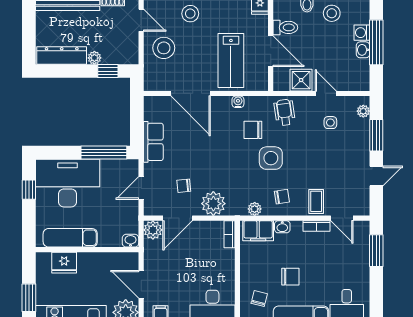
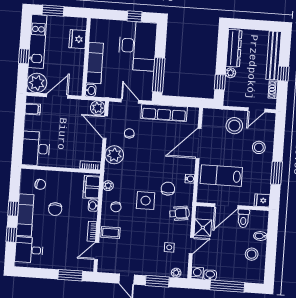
washing machine: (362, 33) -> (197, 273), moved
washbasin: (363, 50) -> (210, 275), moved
row of seats: (153, 142) -> (164, 113), width x1.48
exam couch: (70, 238) -> (95, 63), moved

